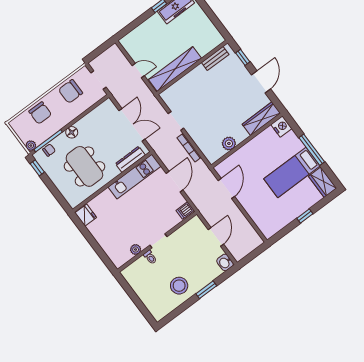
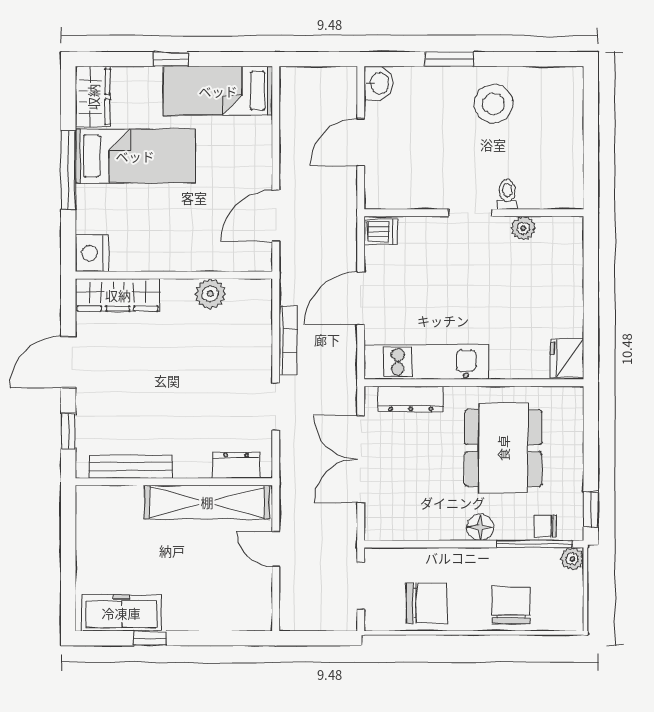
bench: (215, 58) -> (131, 467), width x1.36
dresser: (174, 90) -> (236, 465), added
bed: (280, 217) -> (218, 91), added

